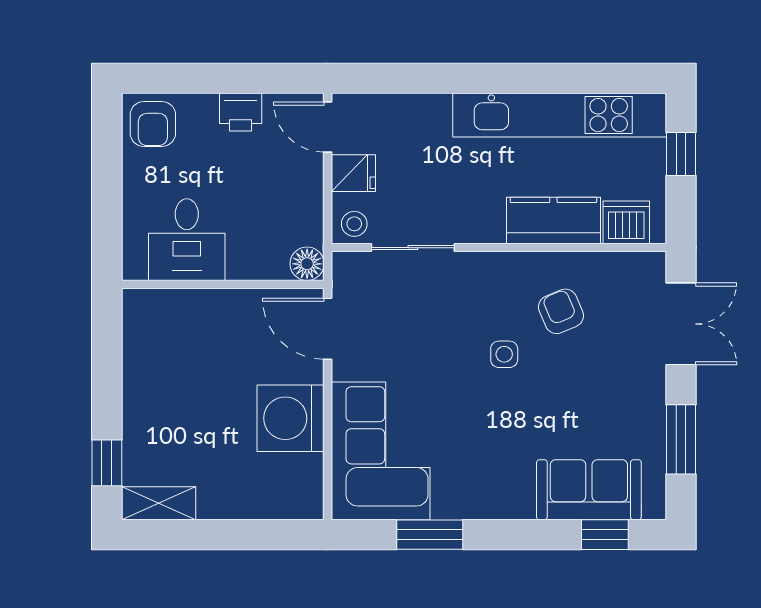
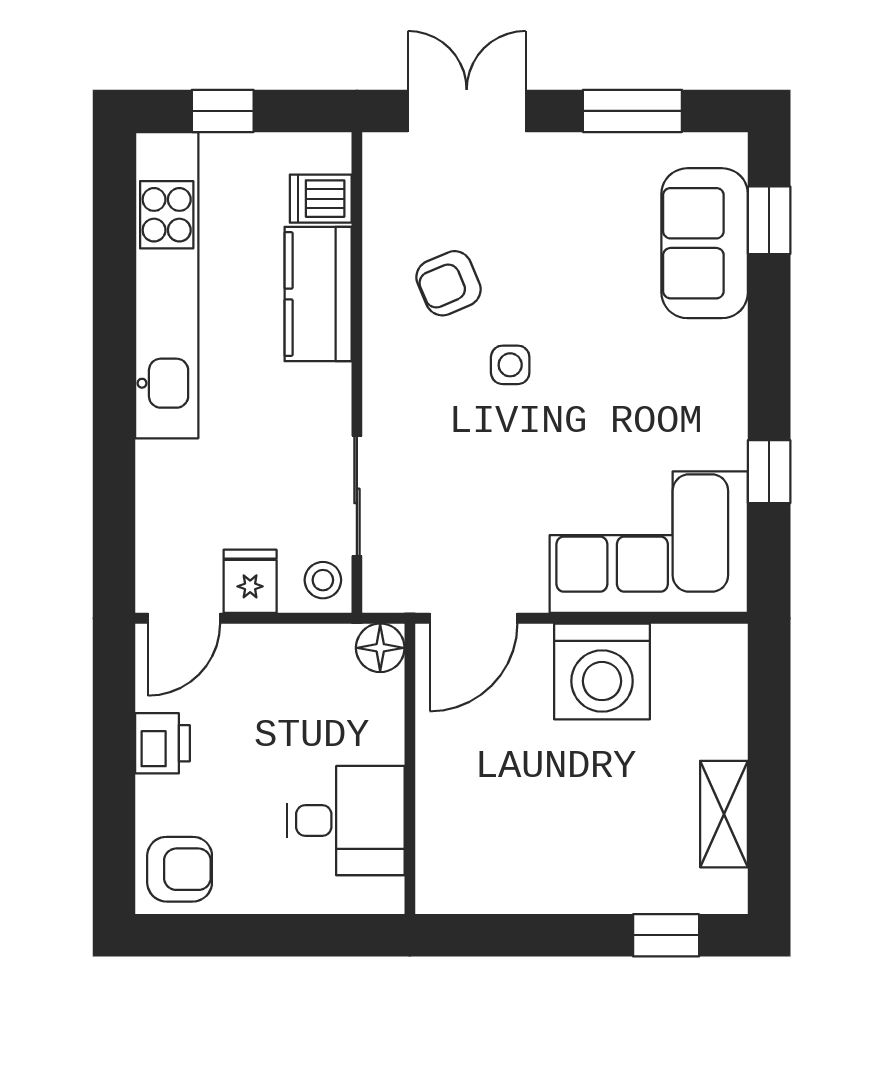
dishwasher: (626, 222) -> (321, 199), width x0.73
shelving: (159, 503) -> (724, 814), moved
window: (430, 535) -> (769, 472), width x0.67

